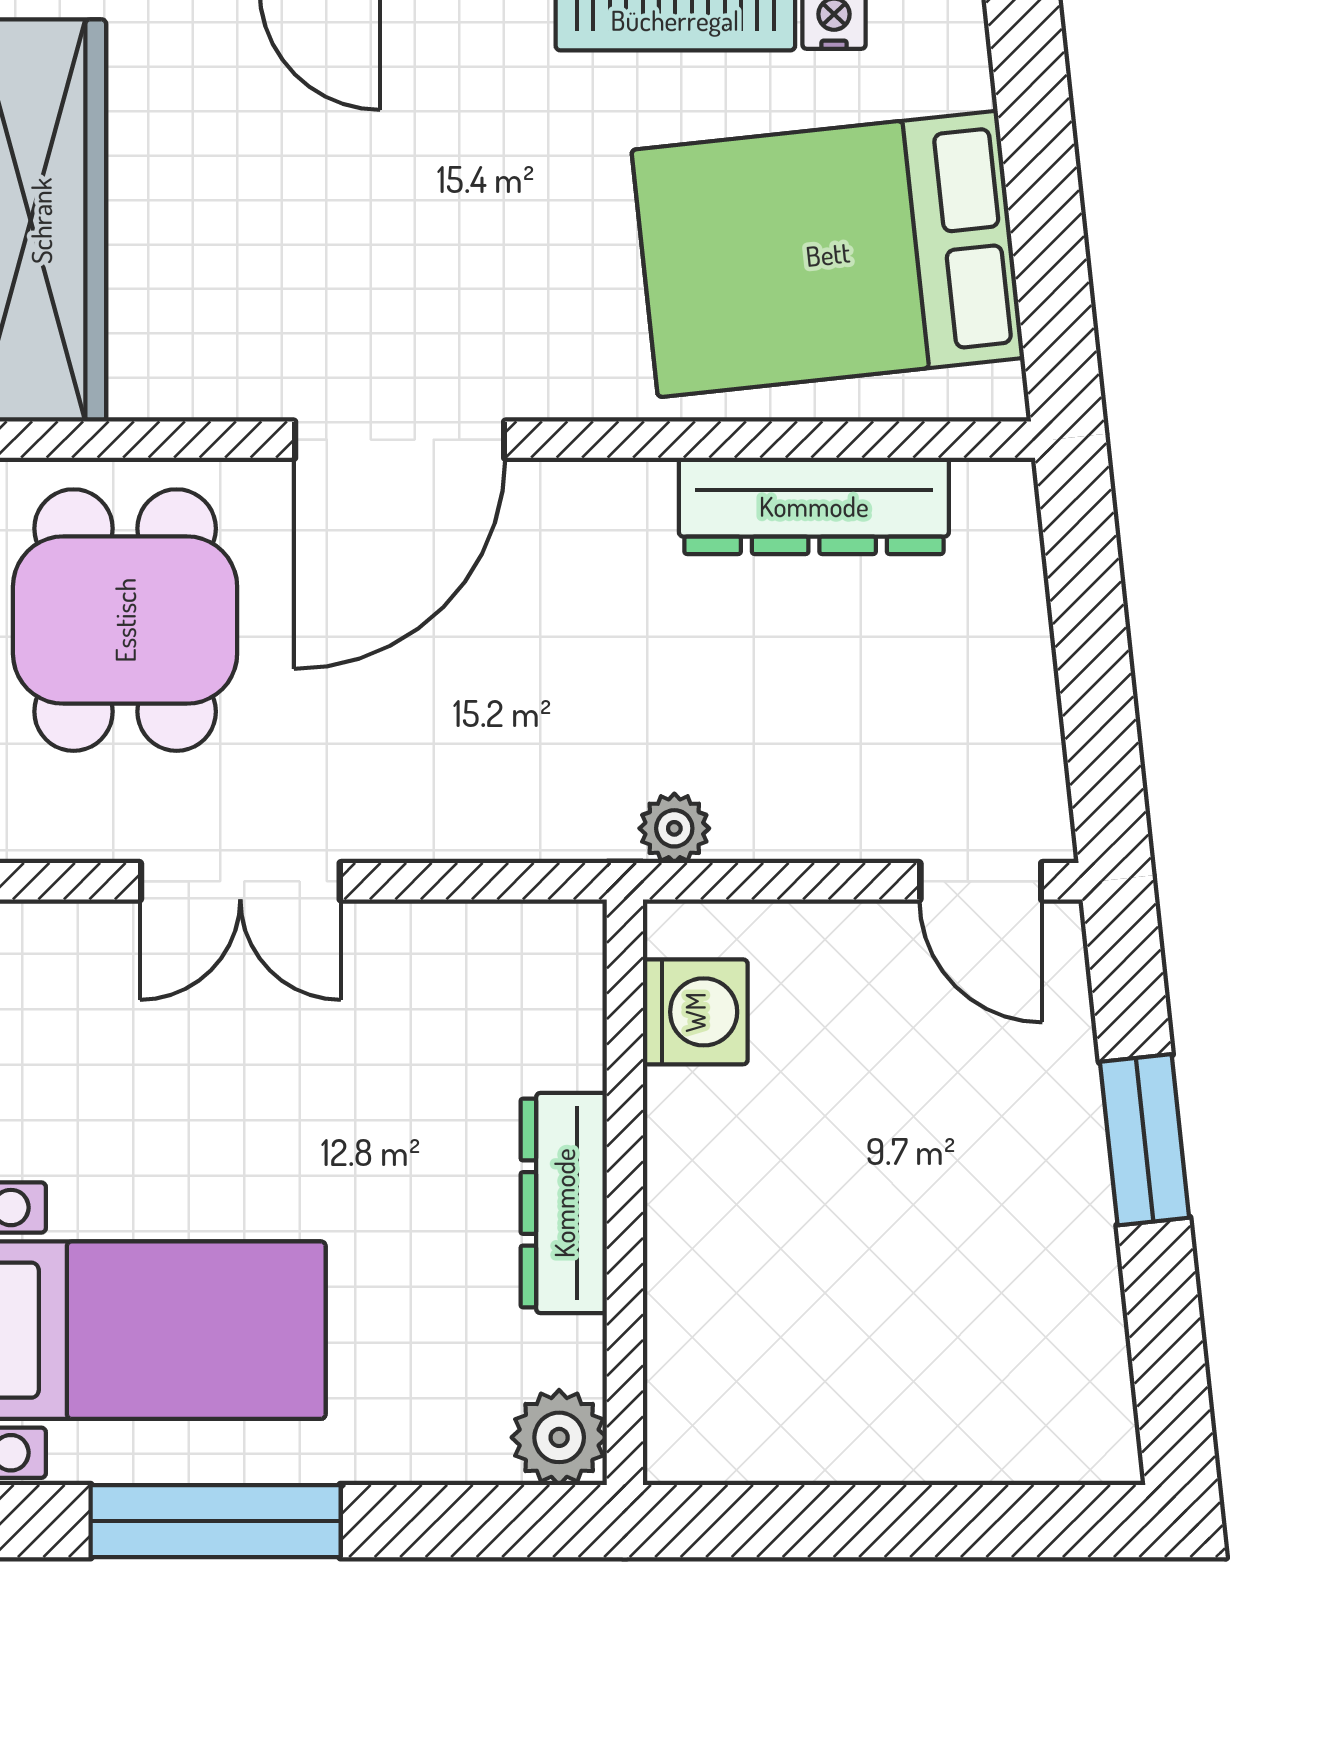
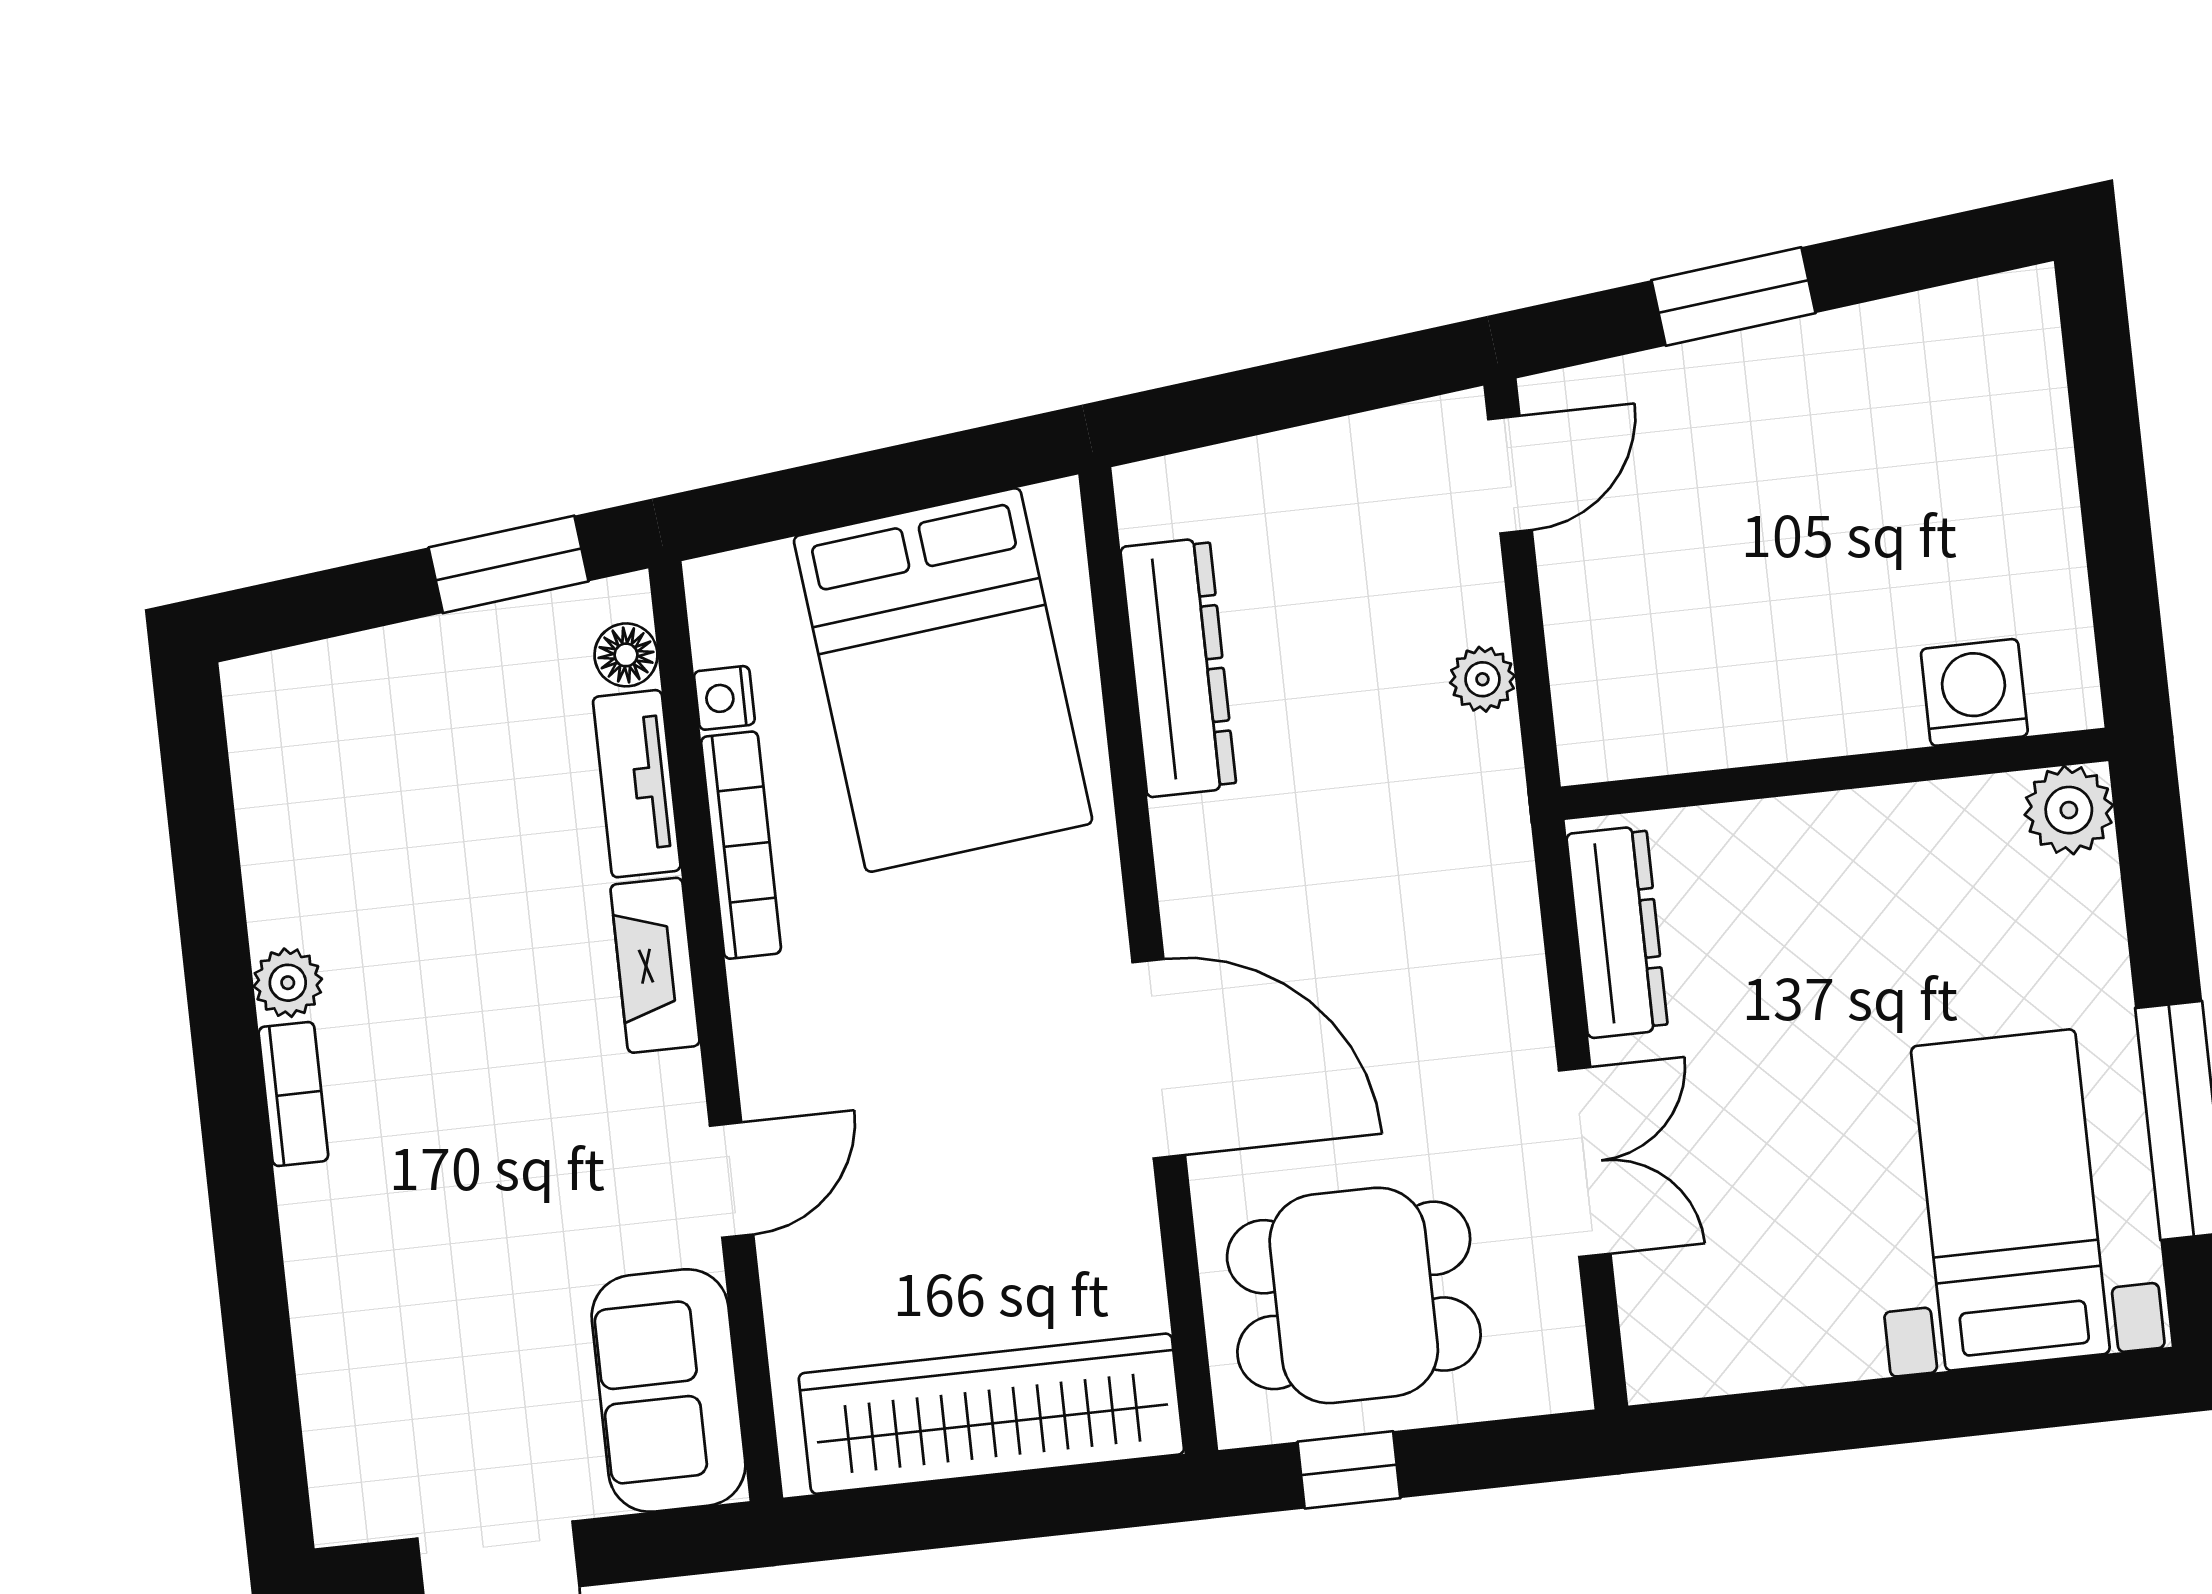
plant: (674, 828) -> (1482, 679), moved
washing machine: (695, 1012) -> (1974, 692), moved
dresser: (564, 1203) -> (1617, 932), moved, turned -90

